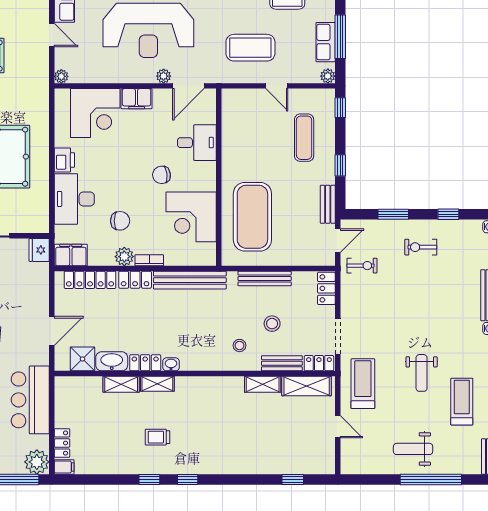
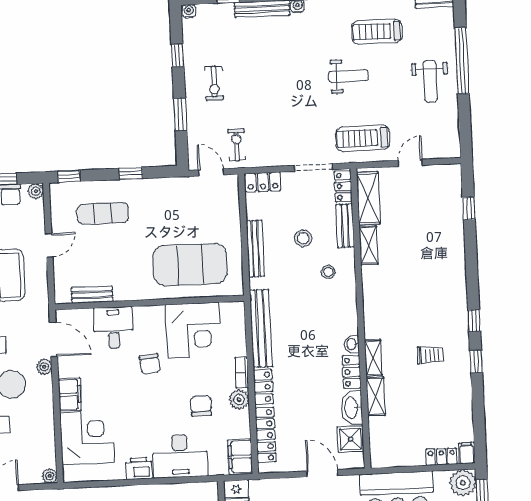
bench: (328, 204) -> (92, 295), moved
trolley: (157, 437) -> (430, 355), turned -90

